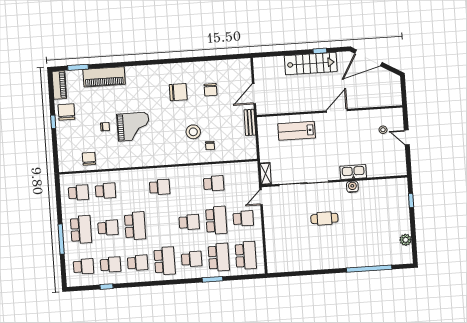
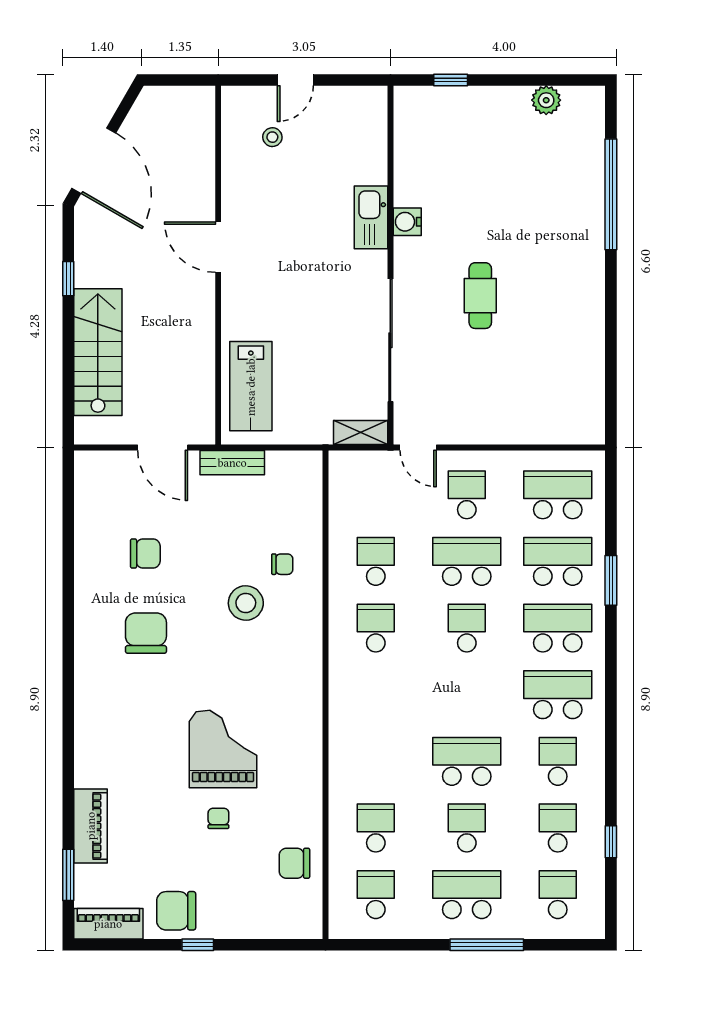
stairs: (311, 64) -> (98, 352), moved
piano: (104, 77) -> (91, 826), width x0.73, depth x0.75
lab bench: (297, 131) -> (251, 386), moved
school desk: (160, 187) -> (376, 628), moved
school desk: (192, 259) -> (558, 628), width x1.85

